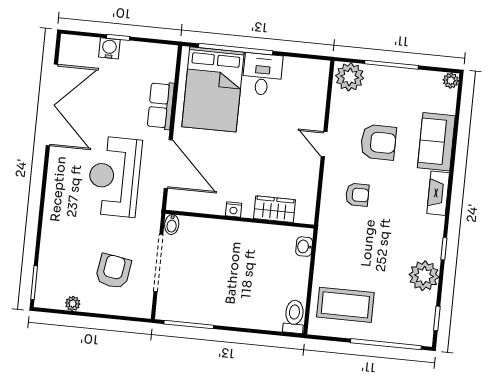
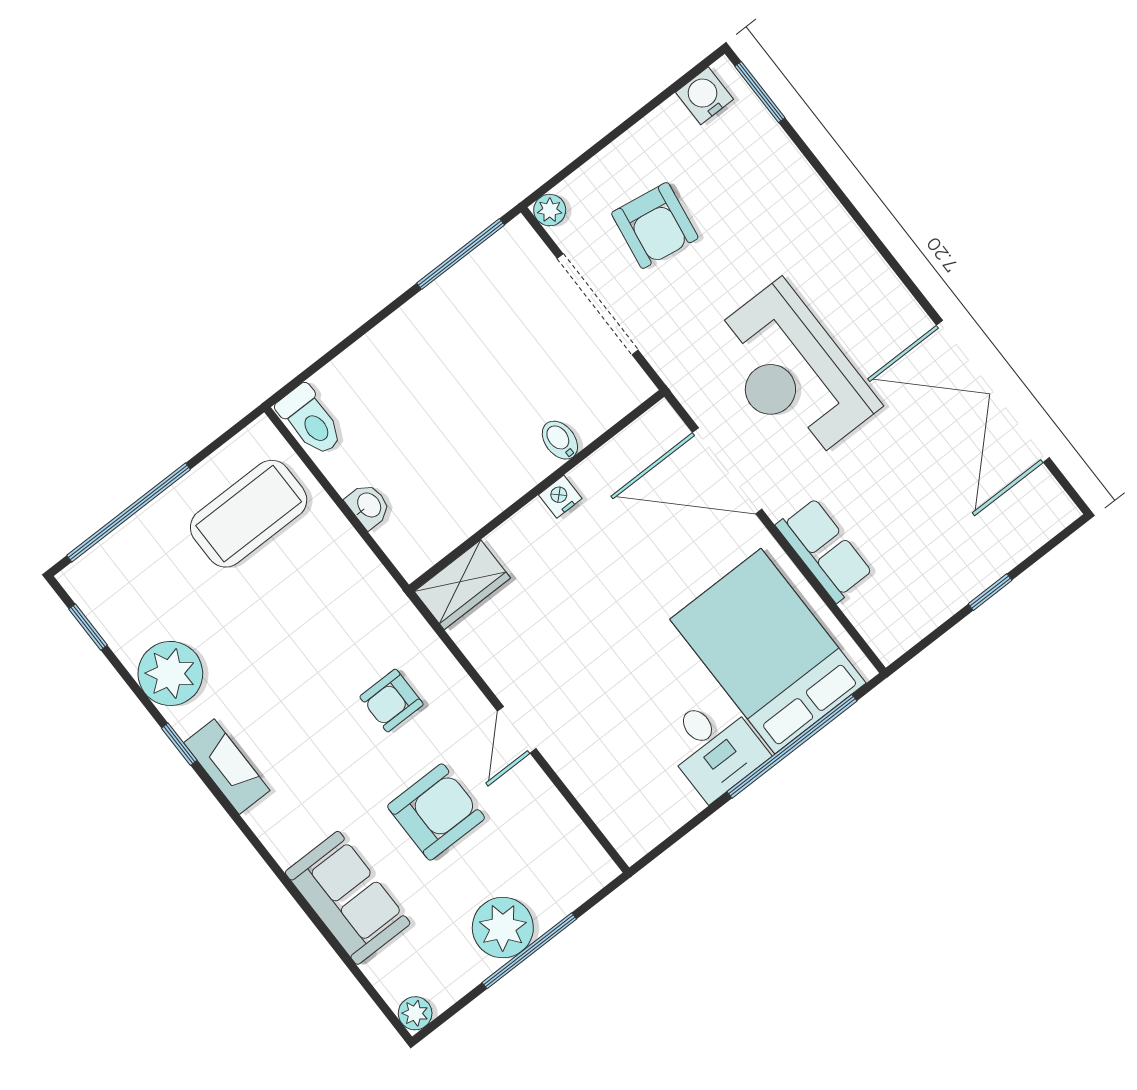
water cooler: (109, 48) -> (705, 96), moved, turned 180
plant: (350, 77) -> (503, 928), moved
armchair: (378, 142) -> (436, 812), turned 180
door: (324, 144) -> (517, 730), swing flipped
reception desk: (114, 177) -> (792, 373), turned 180
fireplace: (438, 193) -> (227, 767), moved
wardrobe: (275, 209) -> (462, 585), moved
bidet: (172, 224) -> (560, 440), moved
washbasin: (304, 247) -> (368, 506), moved
plant: (73, 303) -> (550, 210), moved

